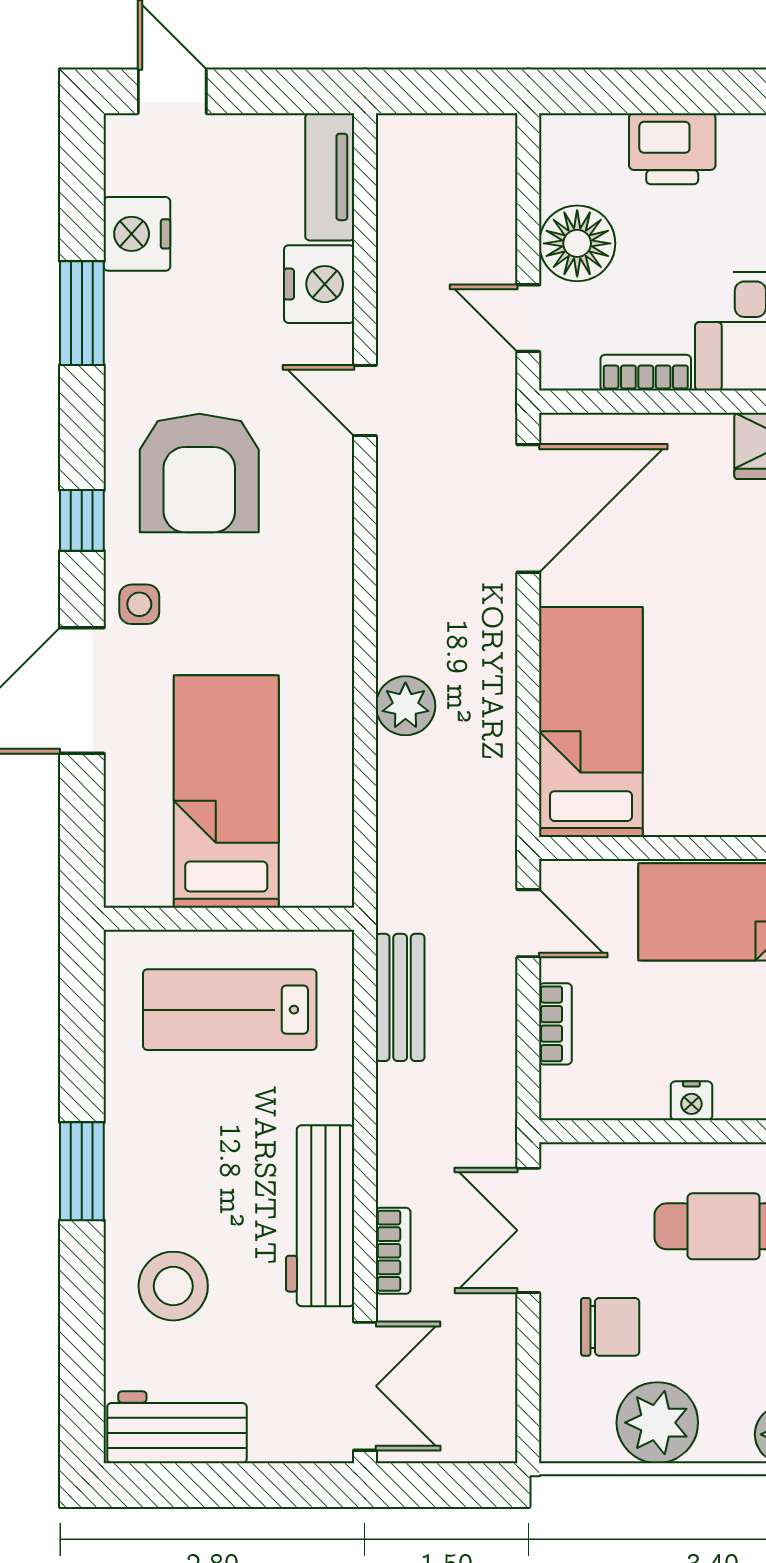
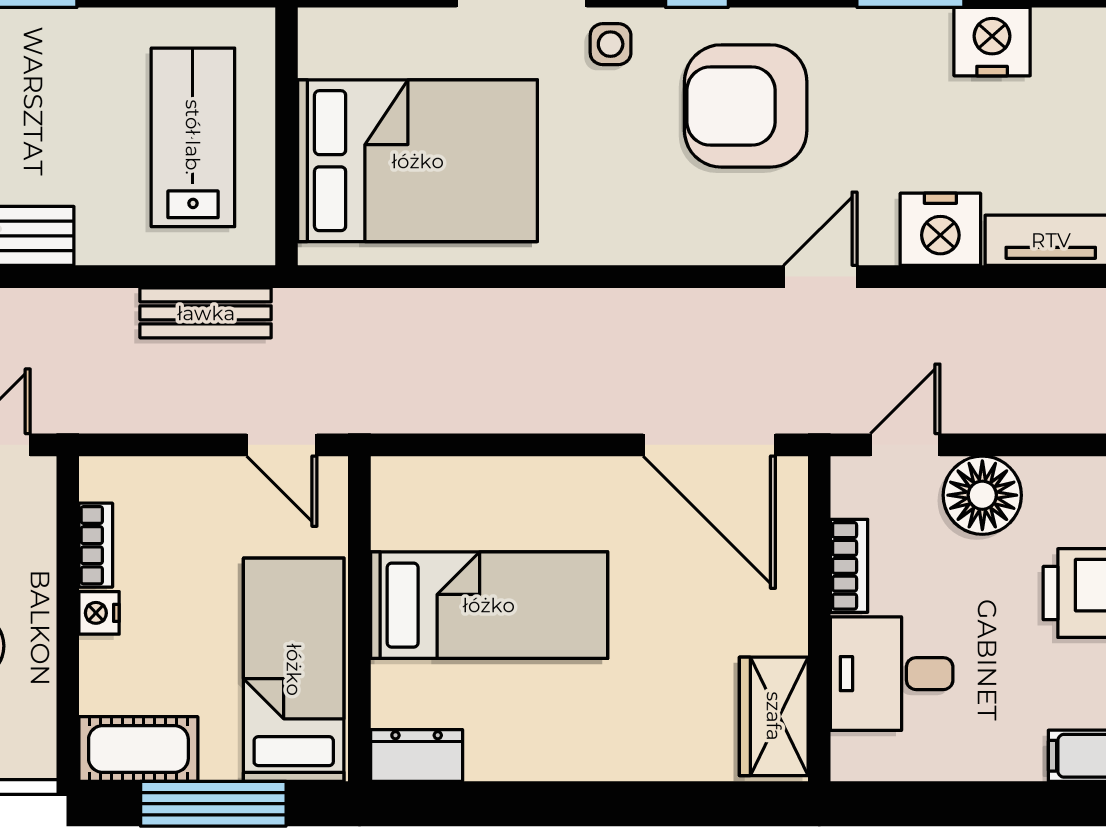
plant: (405, 706) -> (506, 318), removed
bed: (591, 722) -> (489, 605), moved
bed: (226, 792) -> (418, 161), width x1.50
door: (528, 923) -> (282, 445), hinge flipped
bookcase: (555, 1024) -> (96, 545), moved, turned -90

